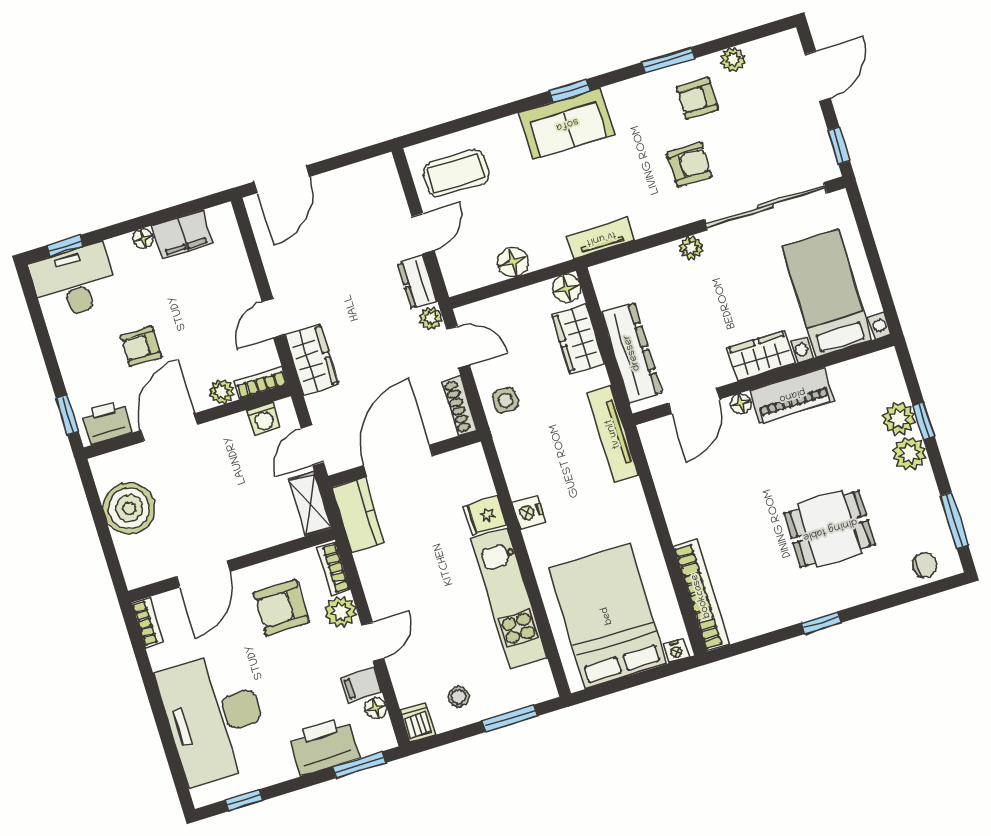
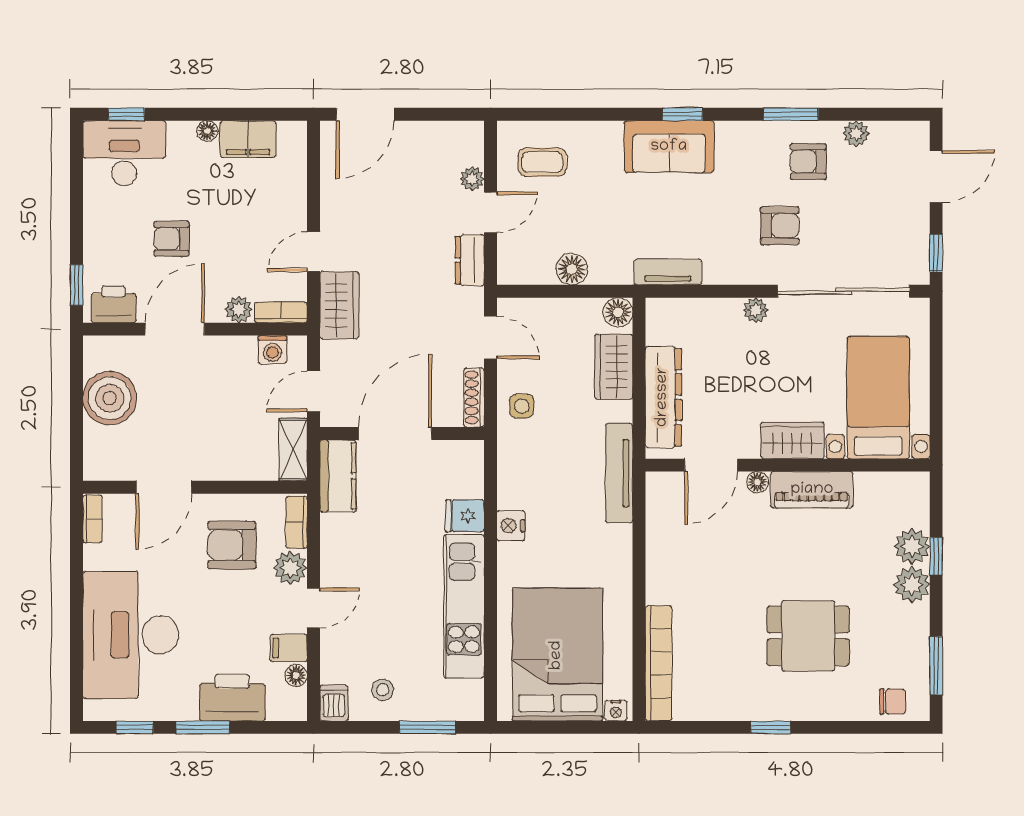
coffee table: (456, 173) -> (542, 162), width x0.73, depth x0.77
plant: (431, 318) -> (472, 179), moved
window: (359, 765) -> (203, 727), moved

